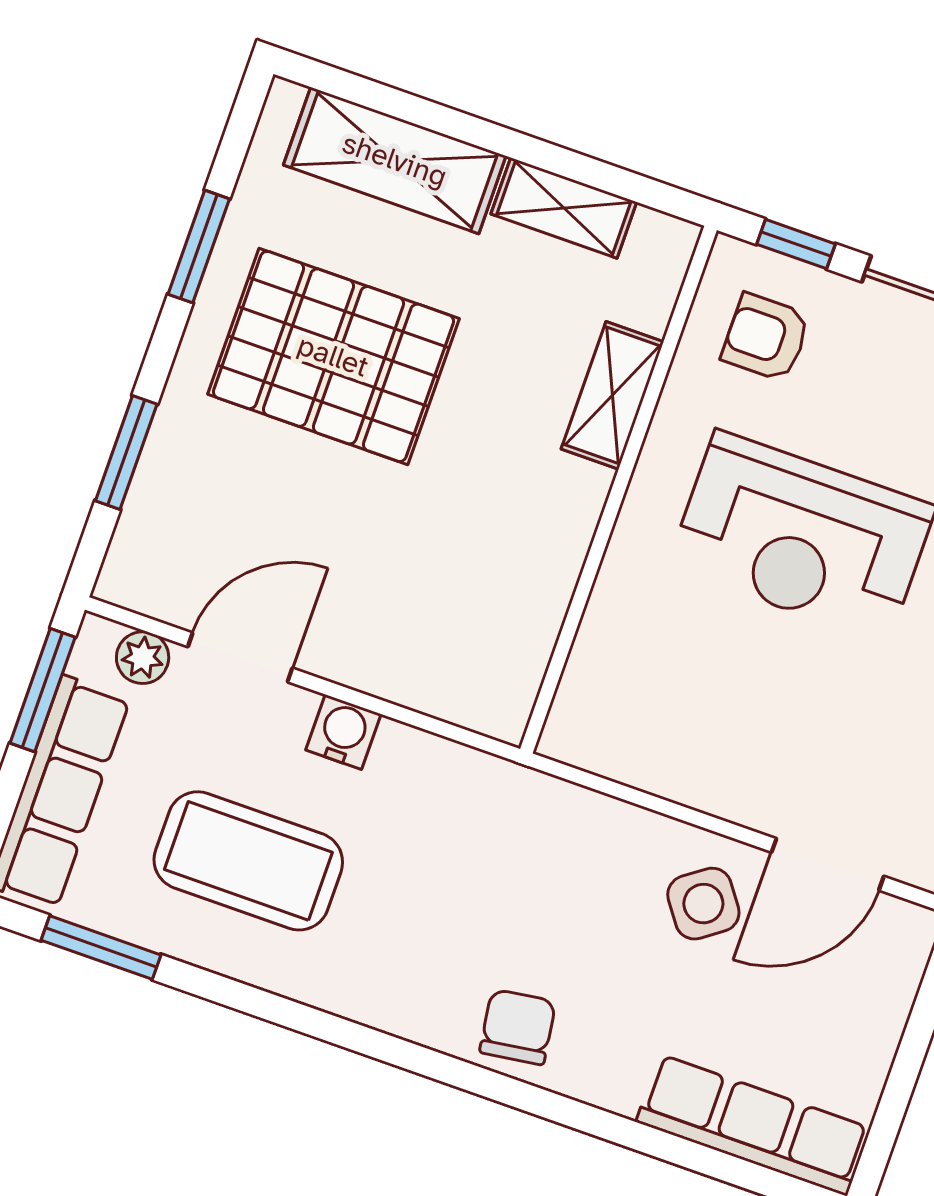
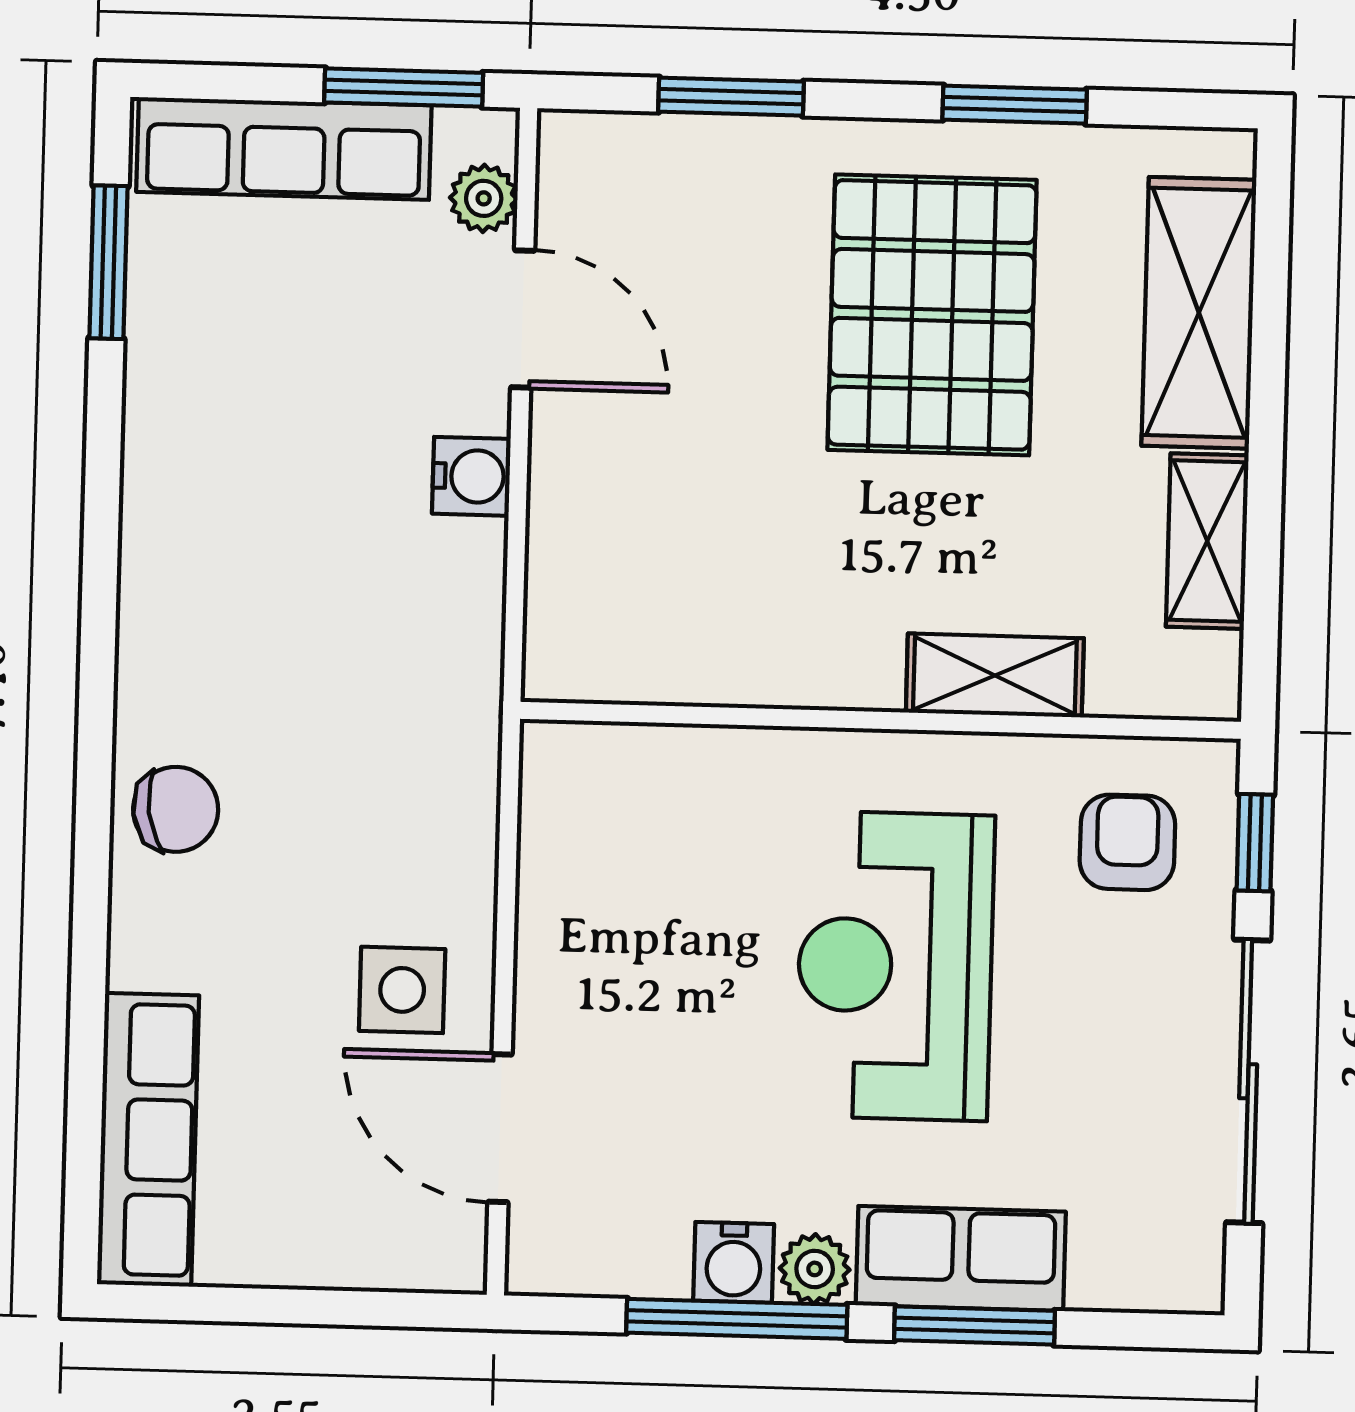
coffee table: (248, 861) -> (274, 410), removed
side table: (703, 904) -> (402, 990), turned 36

